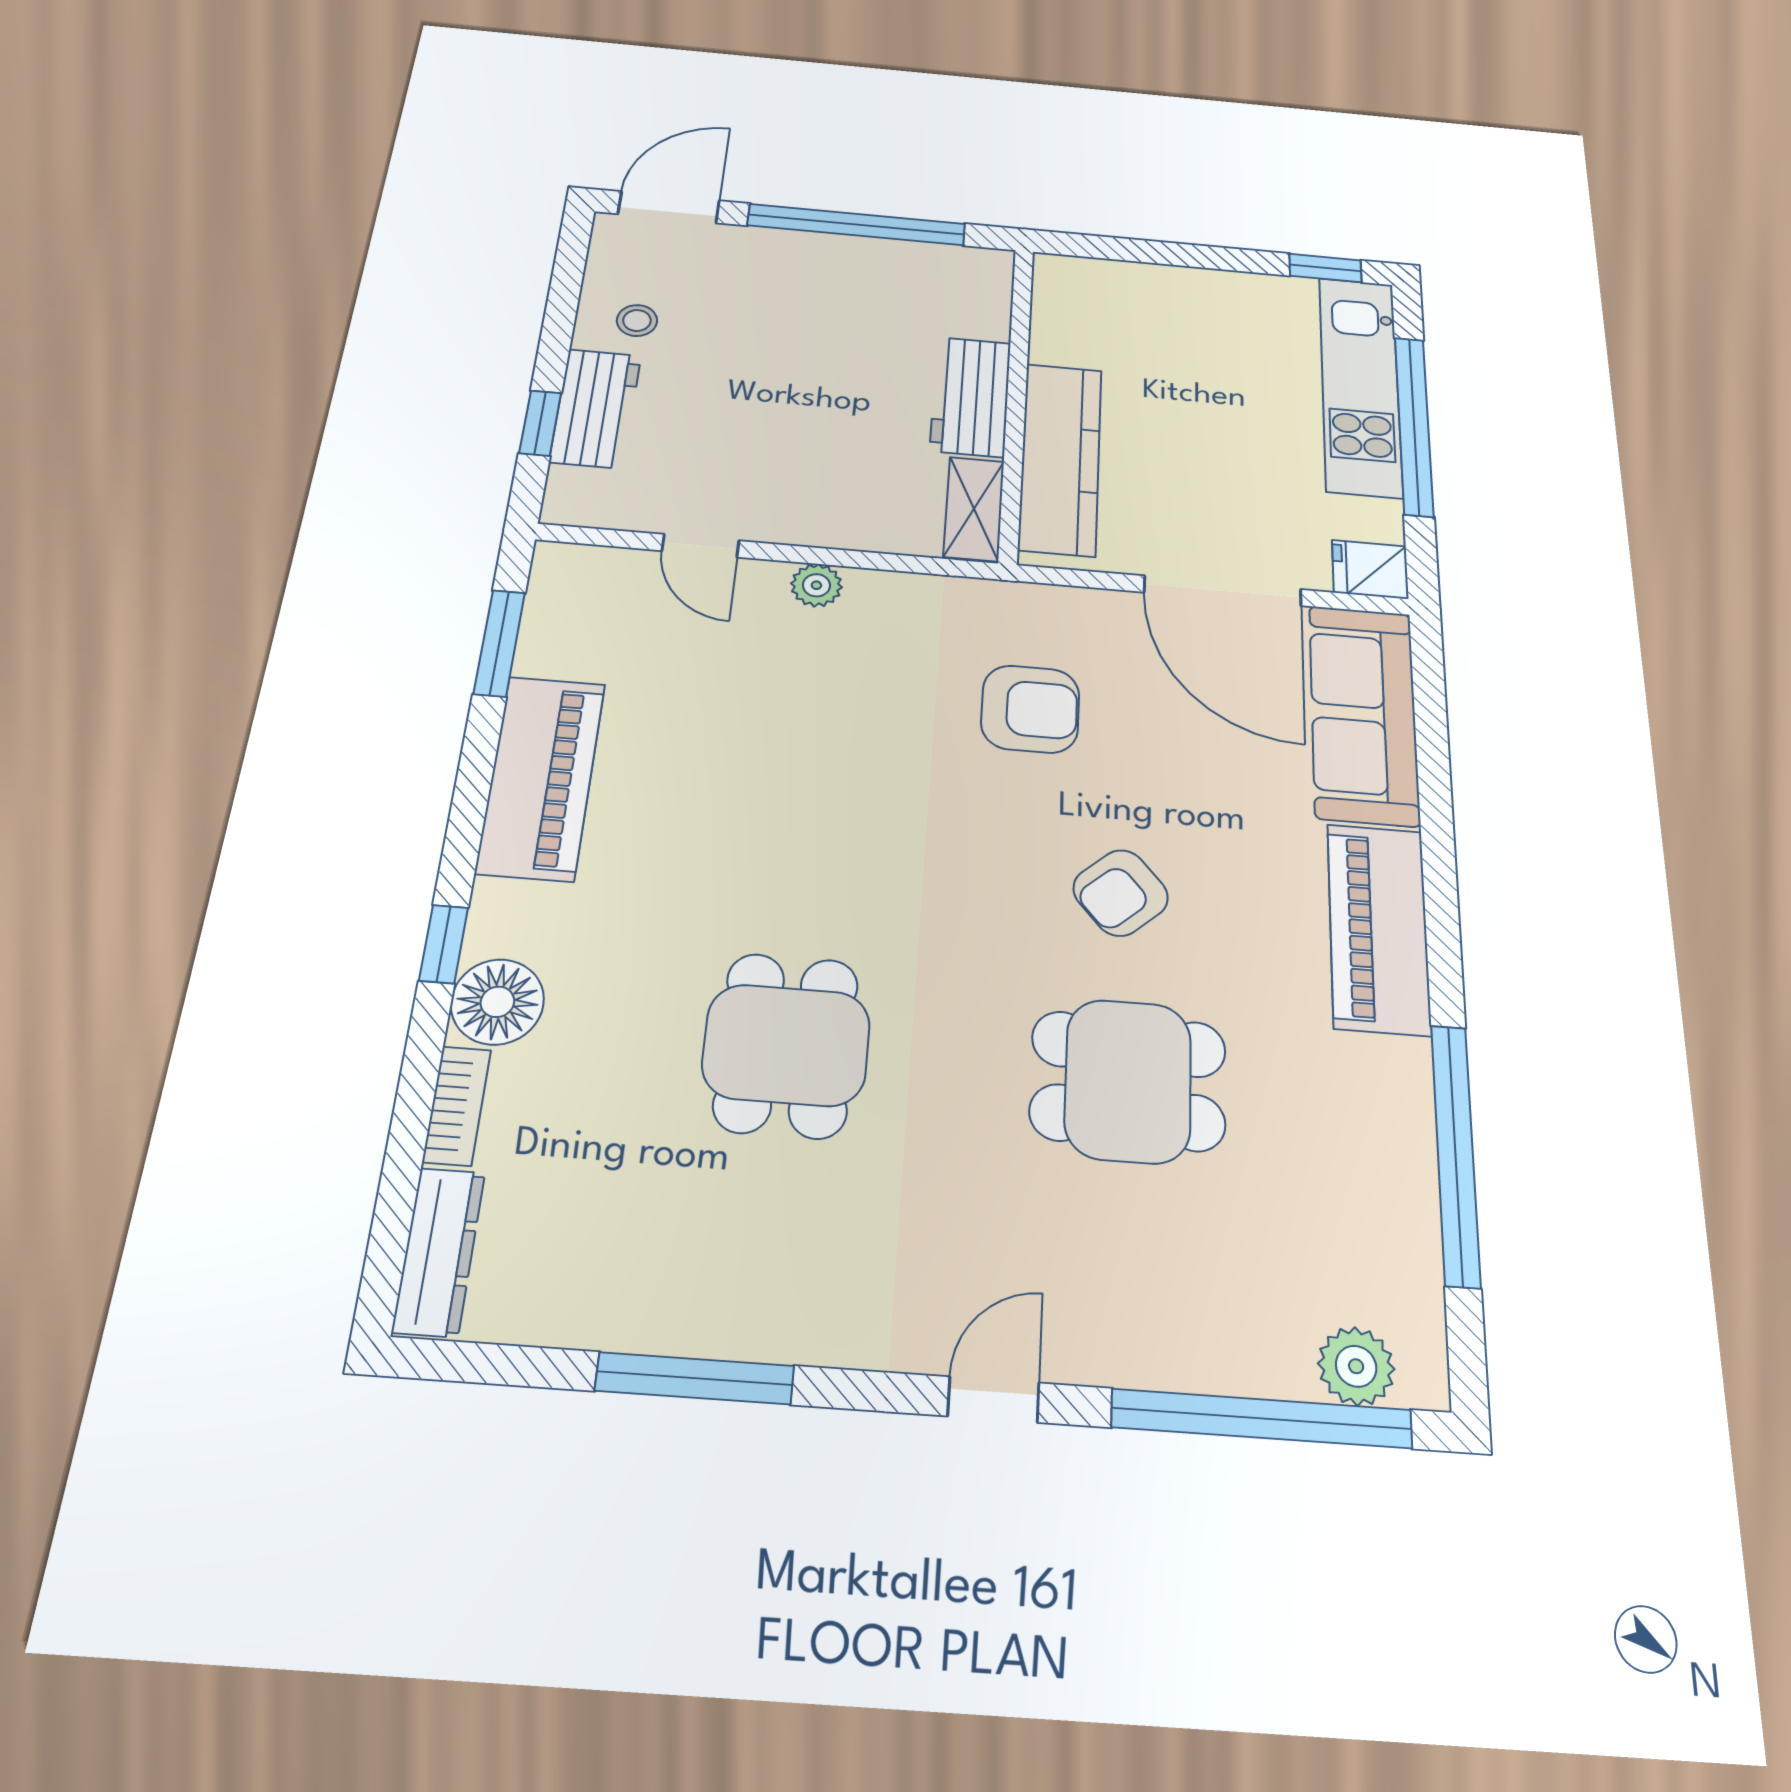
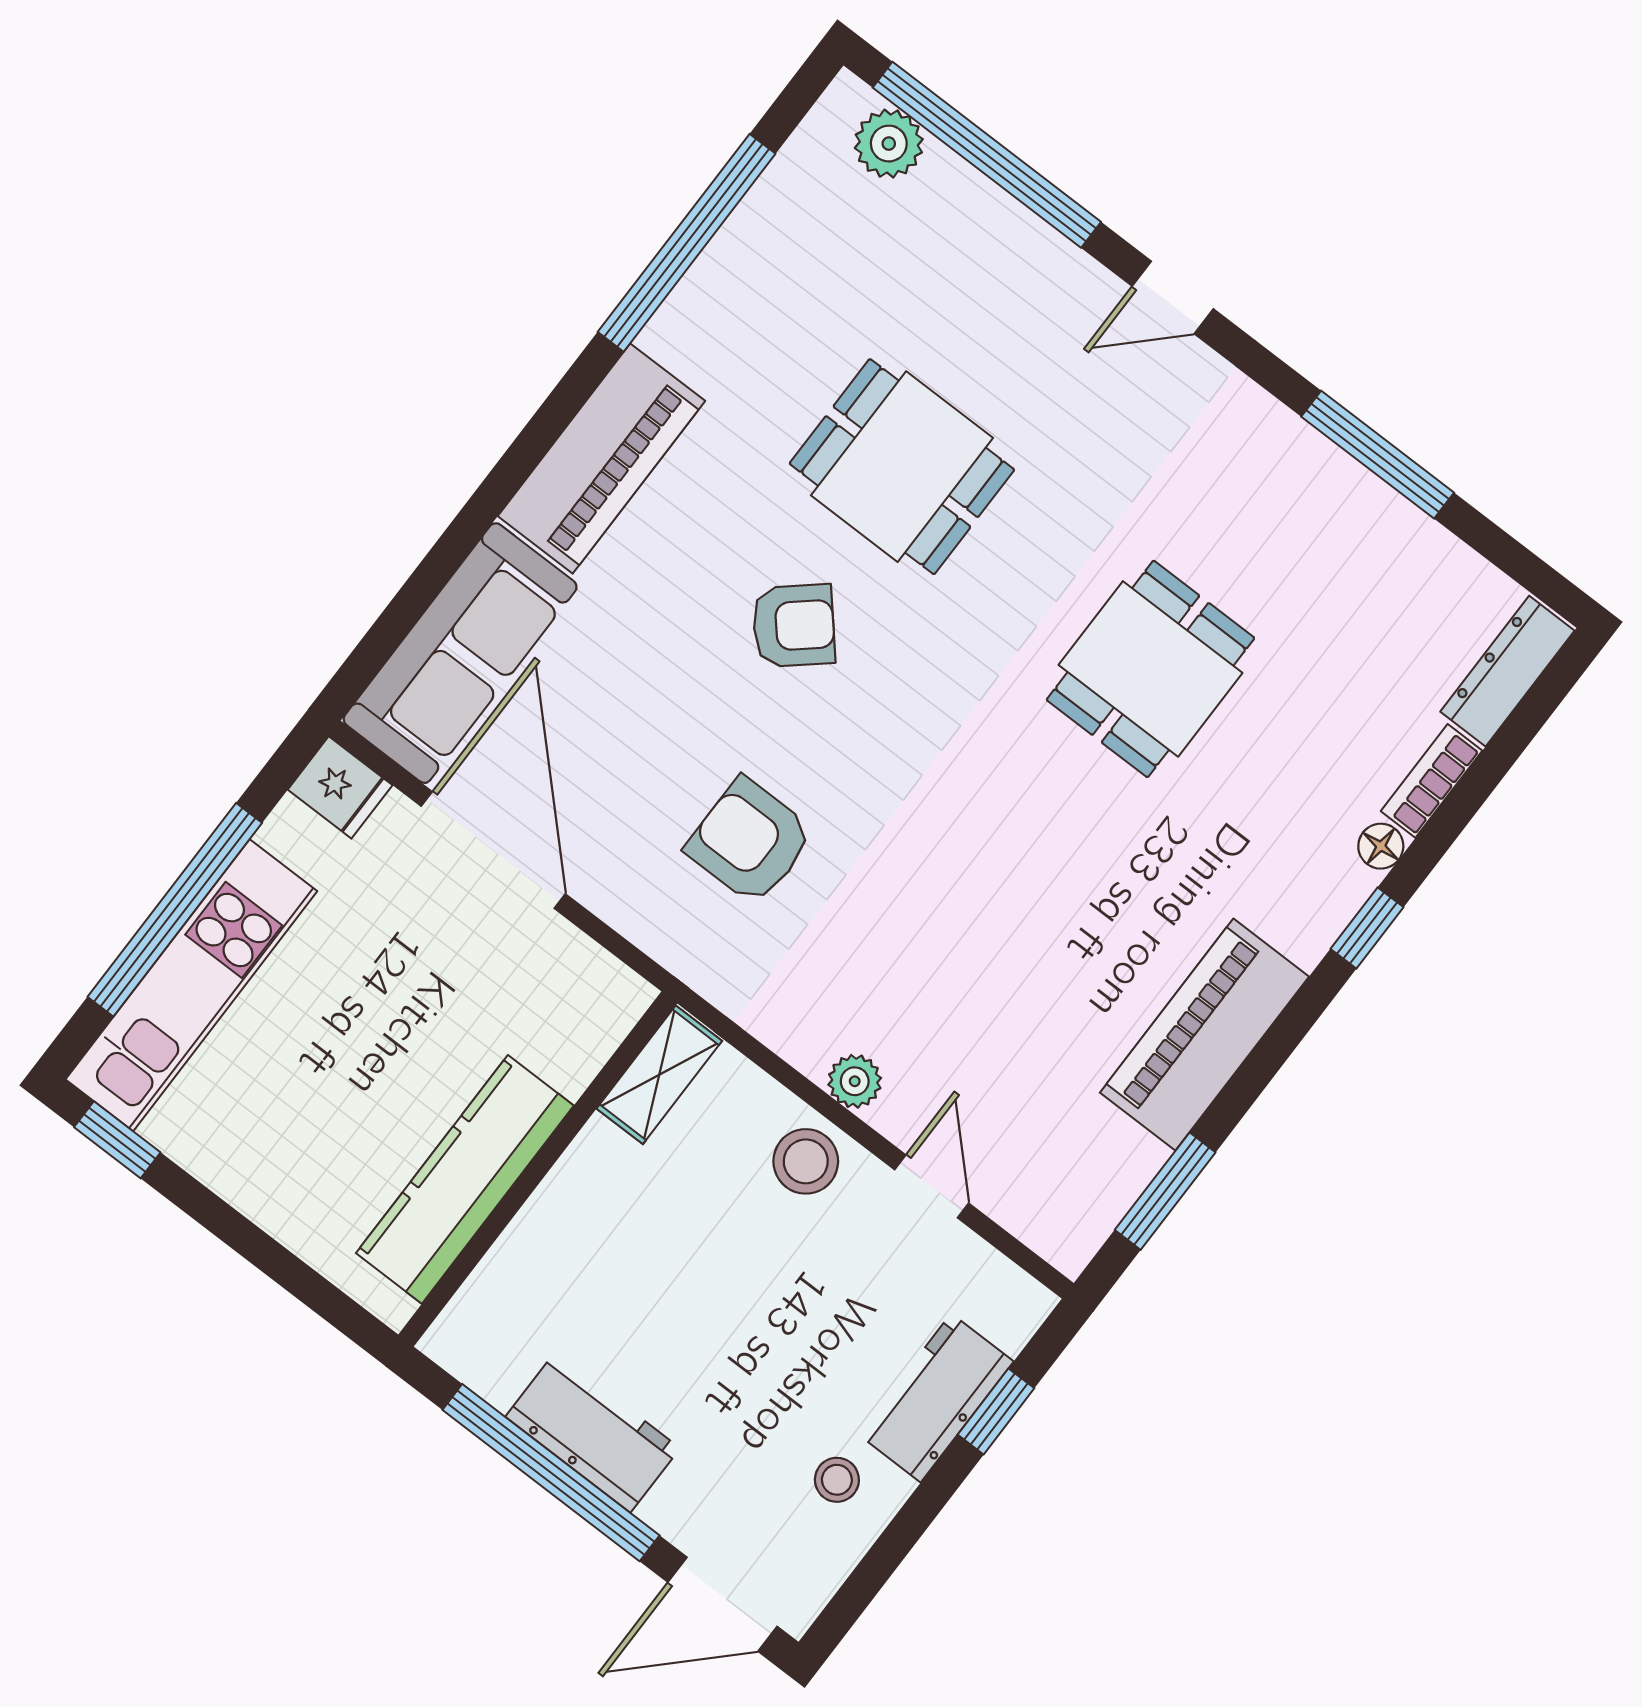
workbench: (971, 397) -> (593, 1432), moved, turned -90
kitchen counter: (1060, 458) -> (465, 1179), moved
stool: (815, 511) -> (806, 1161), added
floor lamp: (497, 1002) -> (1381, 846), width x0.53, depth x0.53

